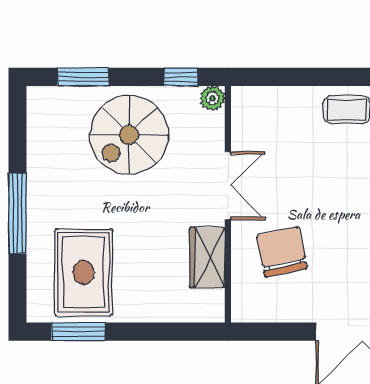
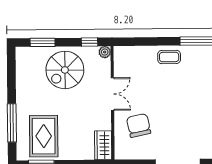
window: (18, 213) -> (12, 123), moved
wardrobe: (207, 258) -> (103, 145), moved

